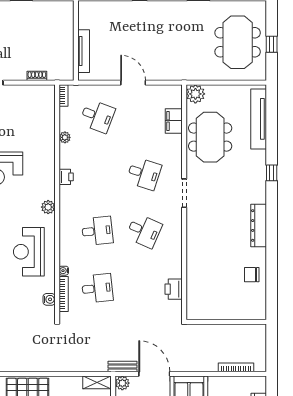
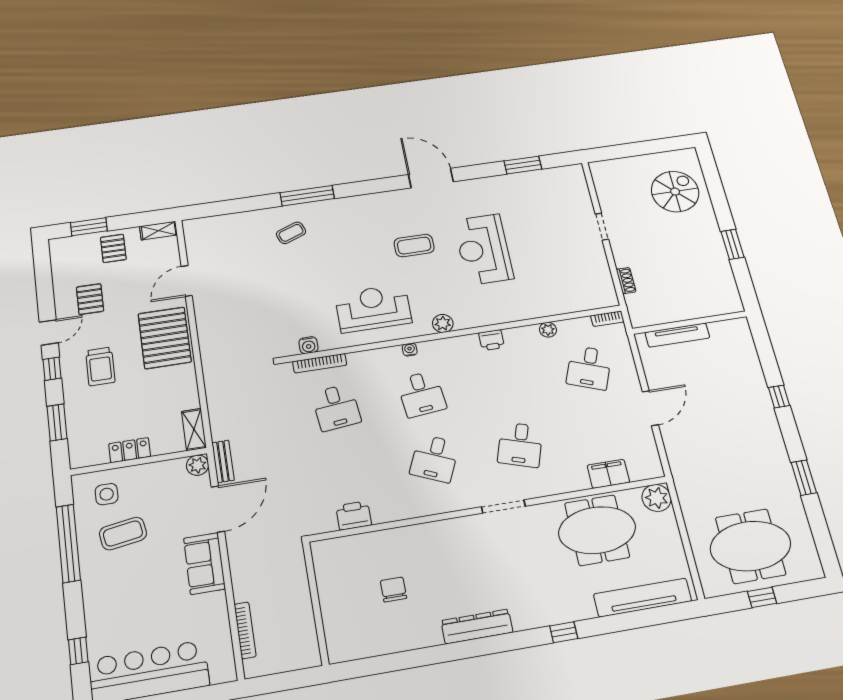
water cooler: (64, 271) -> (410, 350), moved
chair: (252, 275) -> (393, 589), moved

